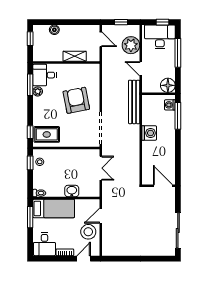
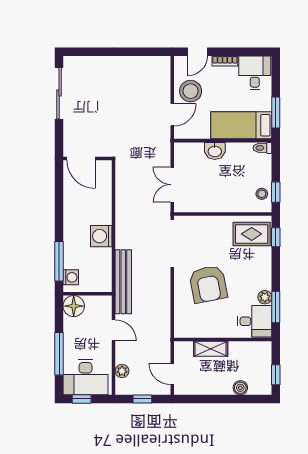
plant: (131, 45) -> (122, 371), width x0.53, depth x0.53

